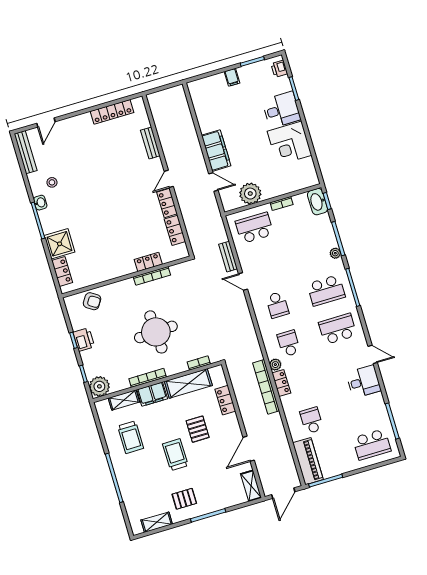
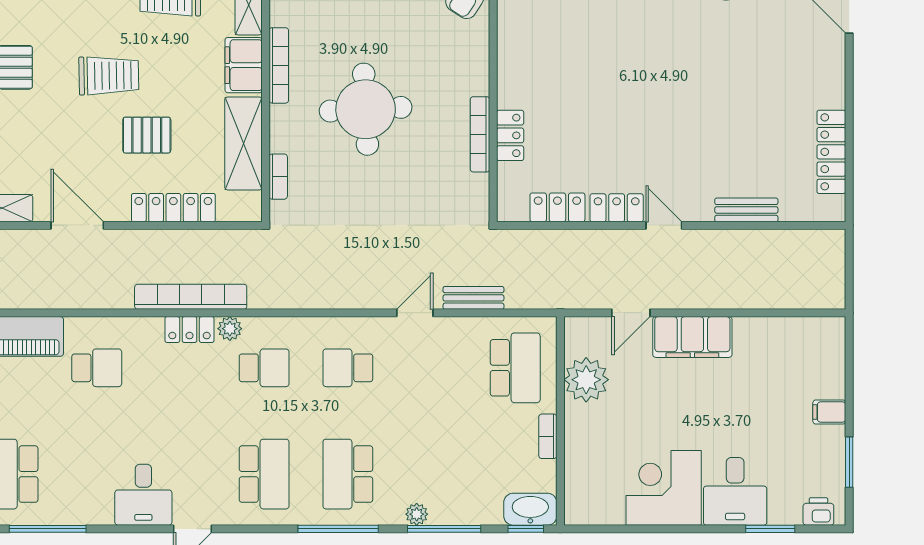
locker: (225, 400) -> (173, 208), width x1.53

